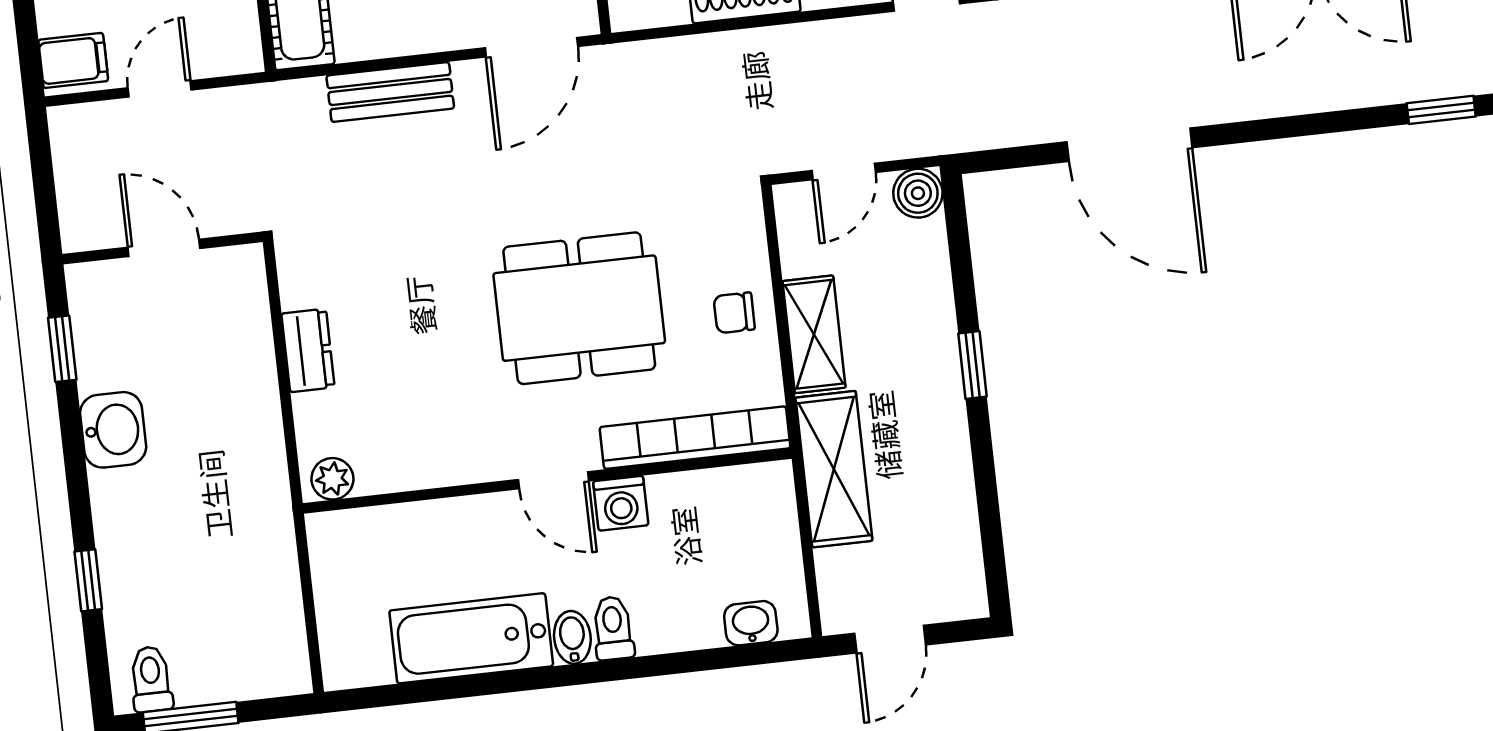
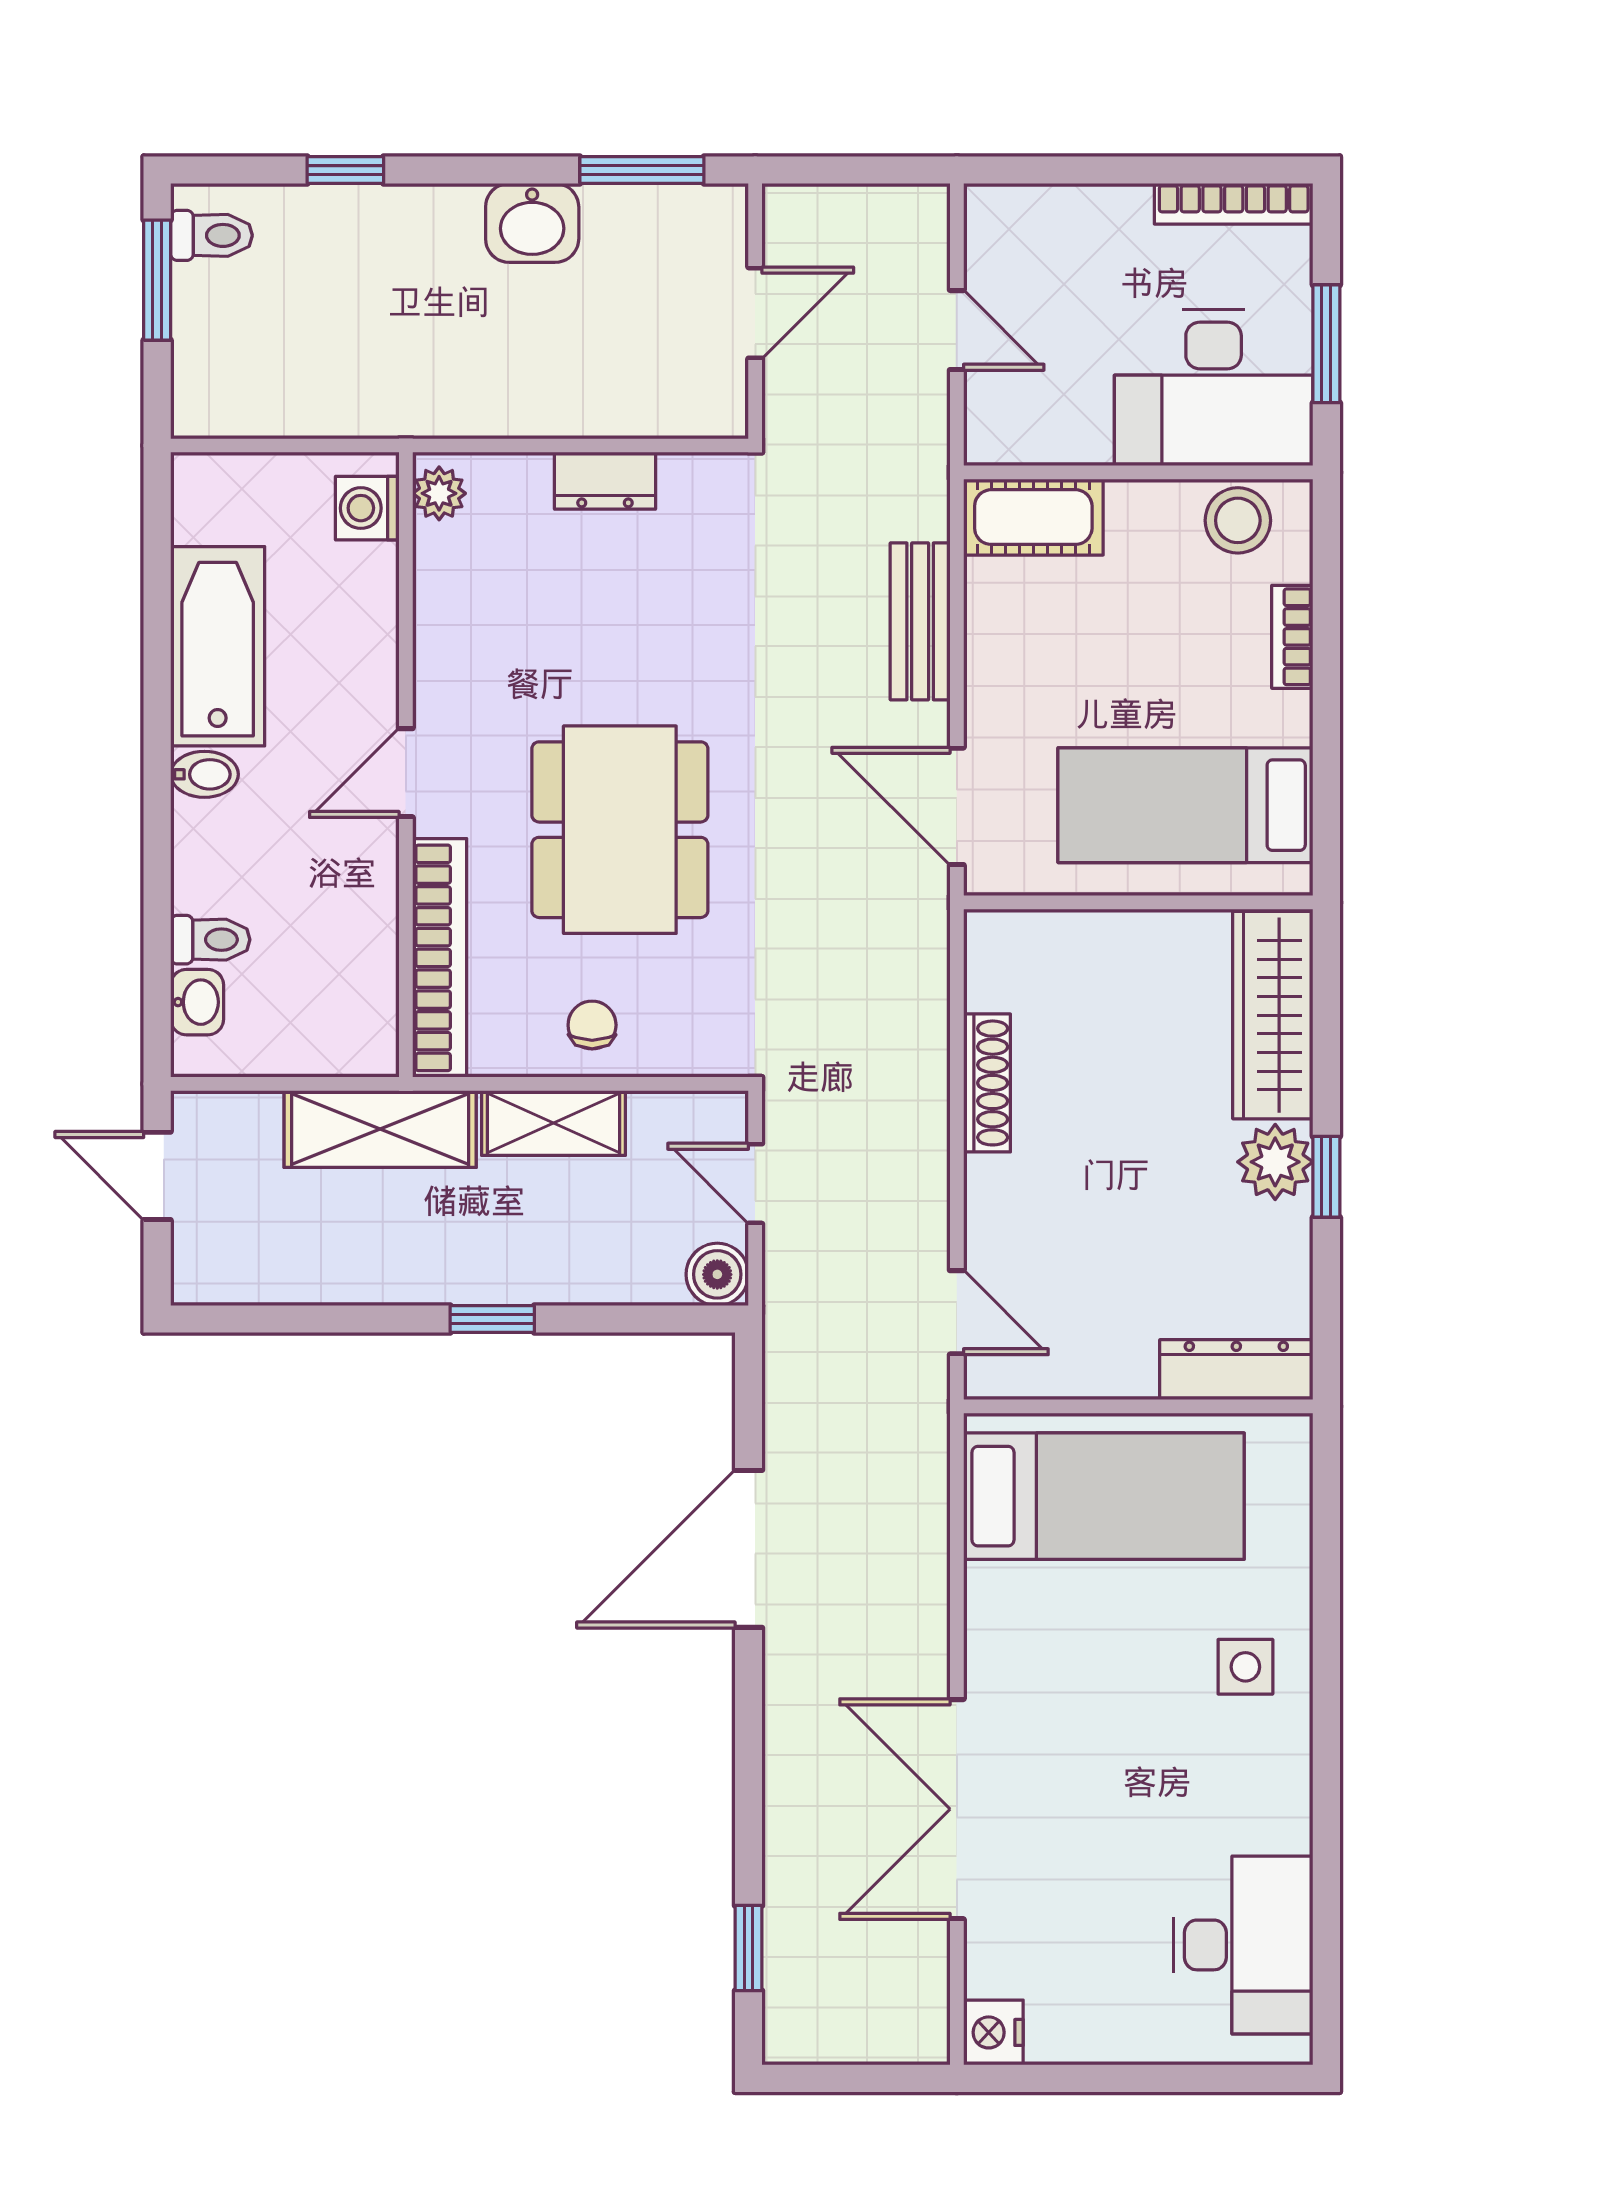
filing cabinet: (73, 60) -> (1005, 225), removed
window: (62, 349) -> (642, 170), width x1.50
washing machine: (621, 503) -> (367, 508), moved
toilet: (613, 628) -> (210, 940), moved

